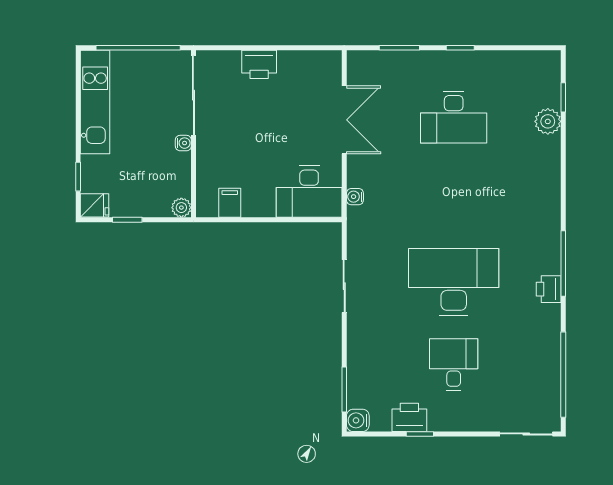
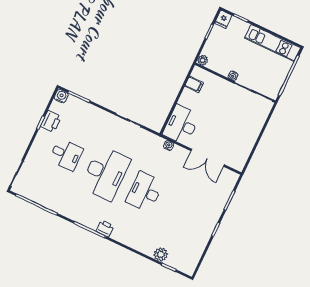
printer: (259, 64) -> (253, 130), removed
desk: (454, 117) -> (145, 192), moved
printer: (549, 289) -> (105, 228), moved

